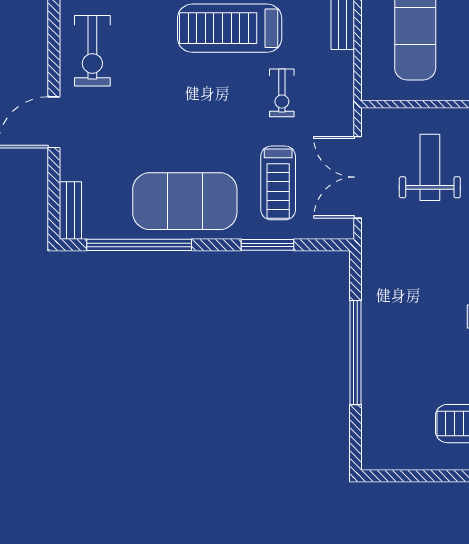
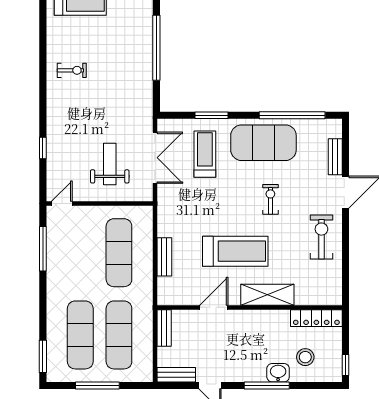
exercise bike: (282, 93) -> (270, 199), moved
weight bench: (430, 167) -> (110, 164), turned 180
bench: (70, 211) -> (335, 157), moved

